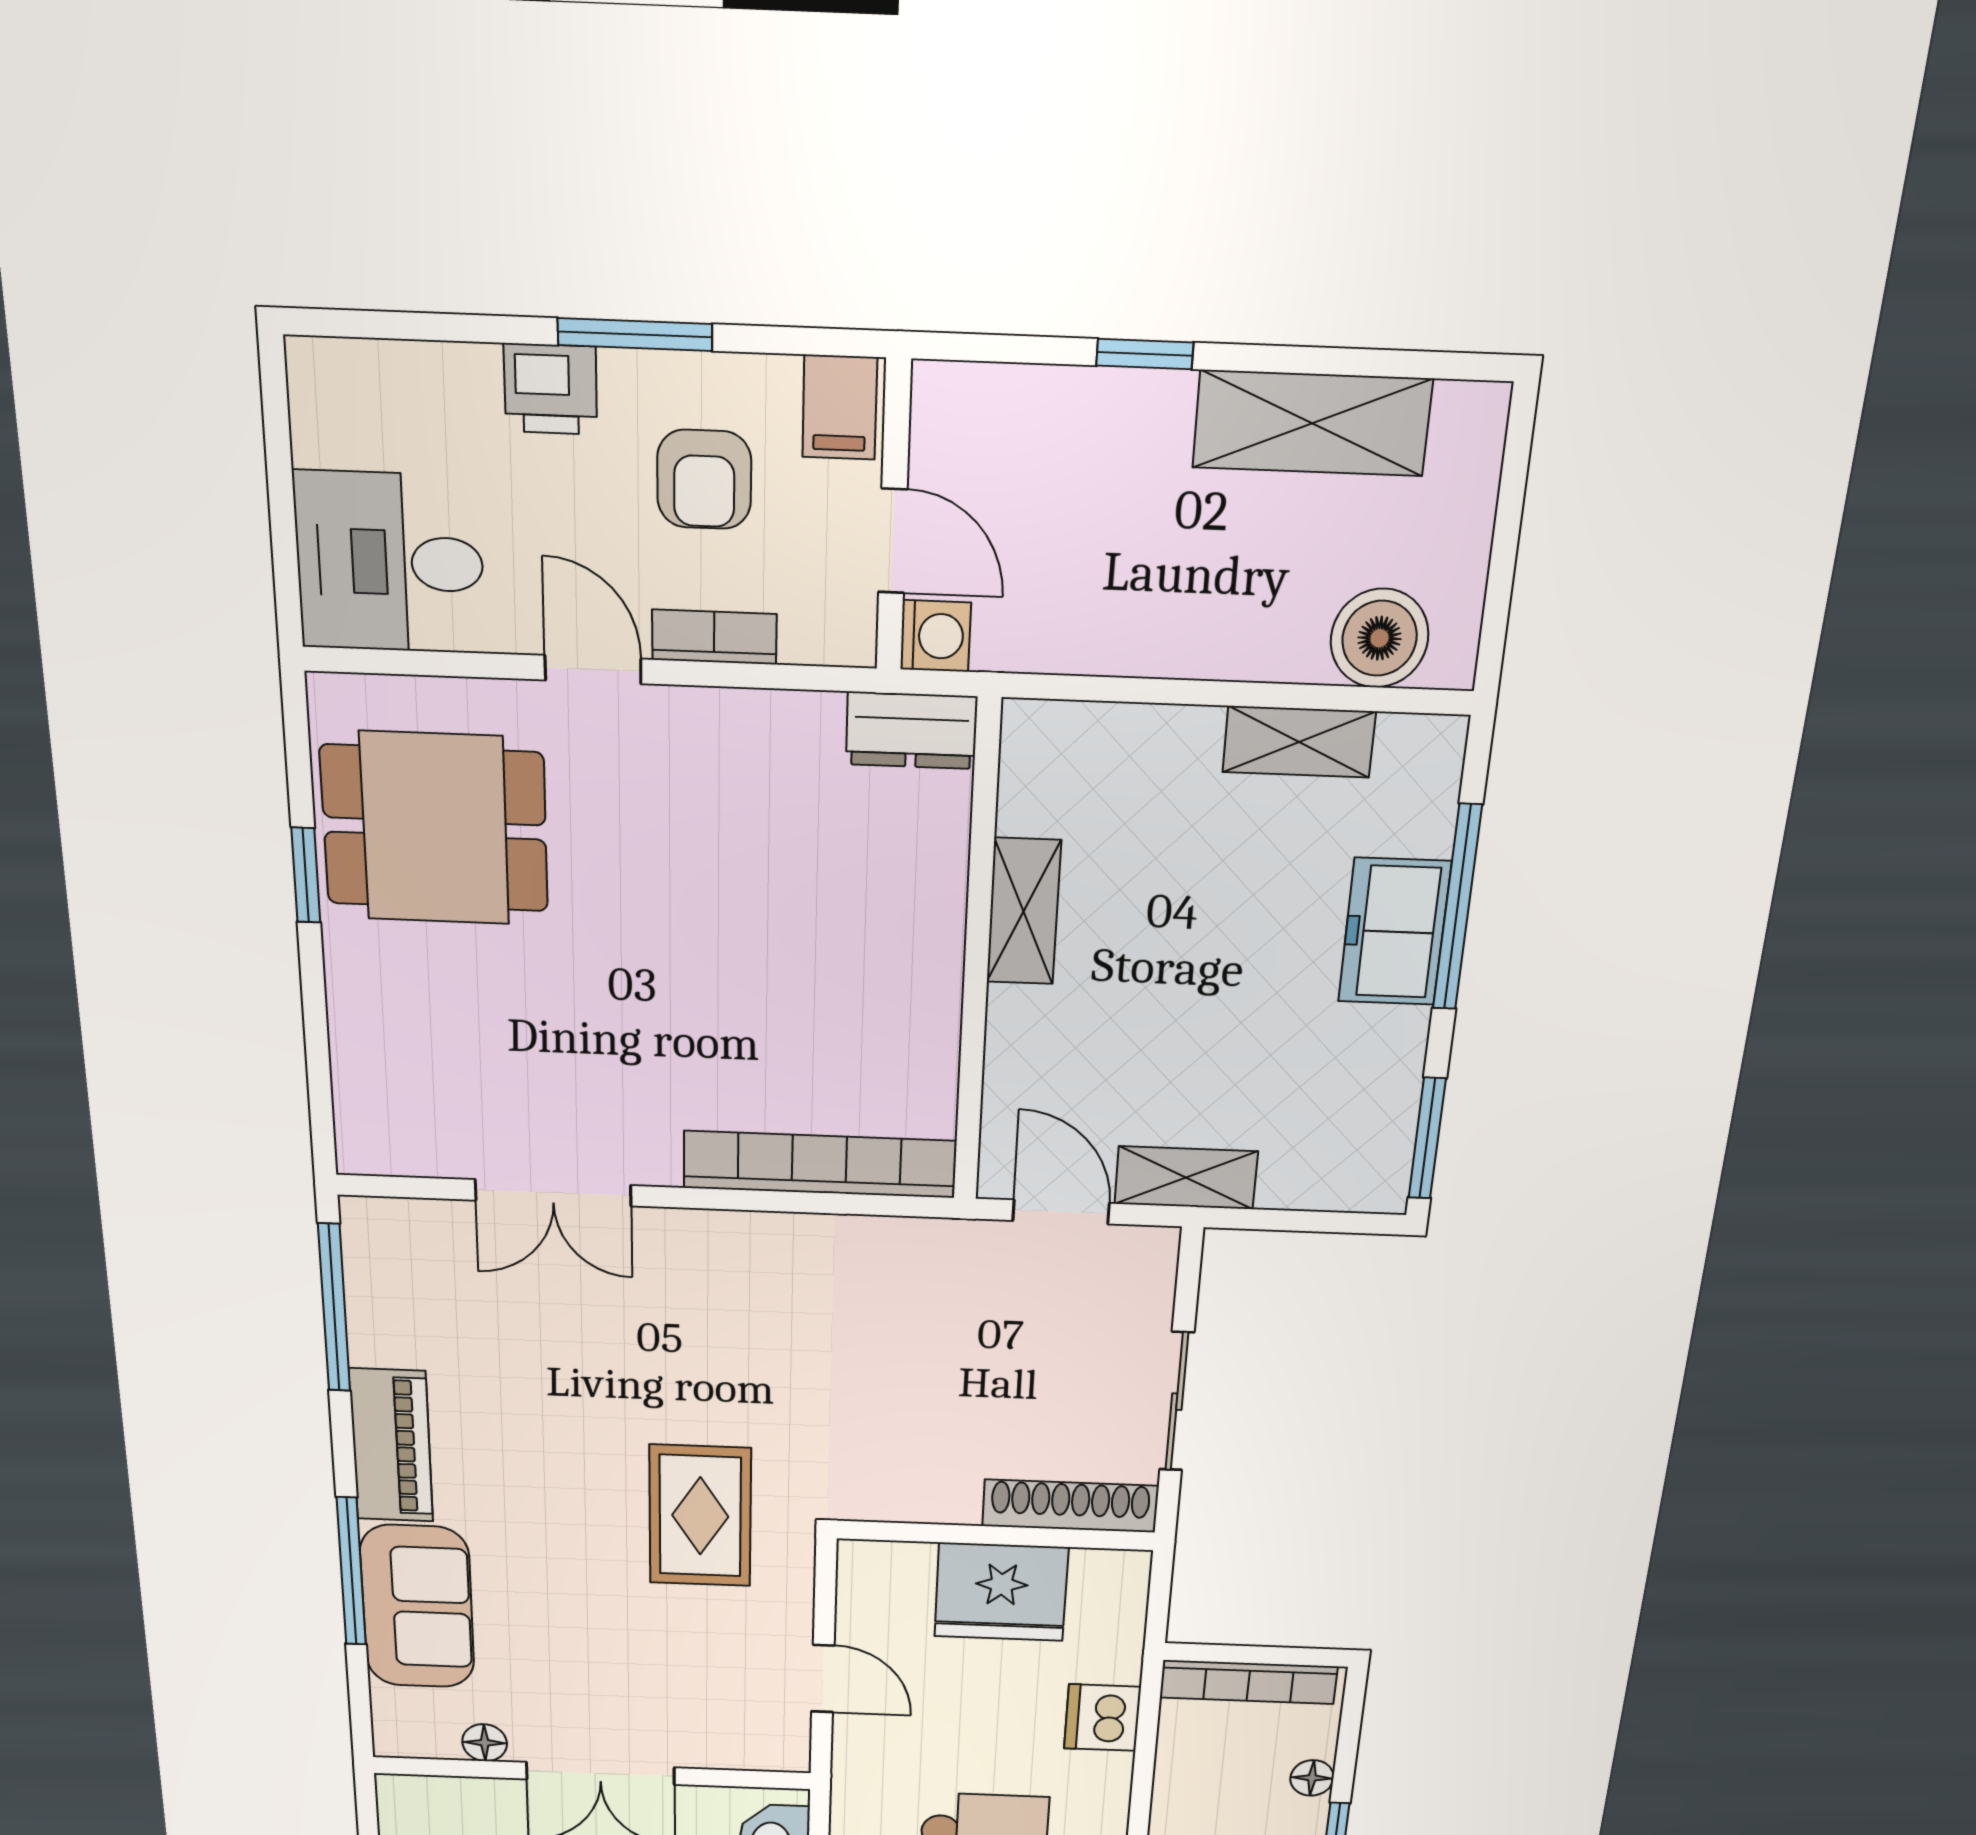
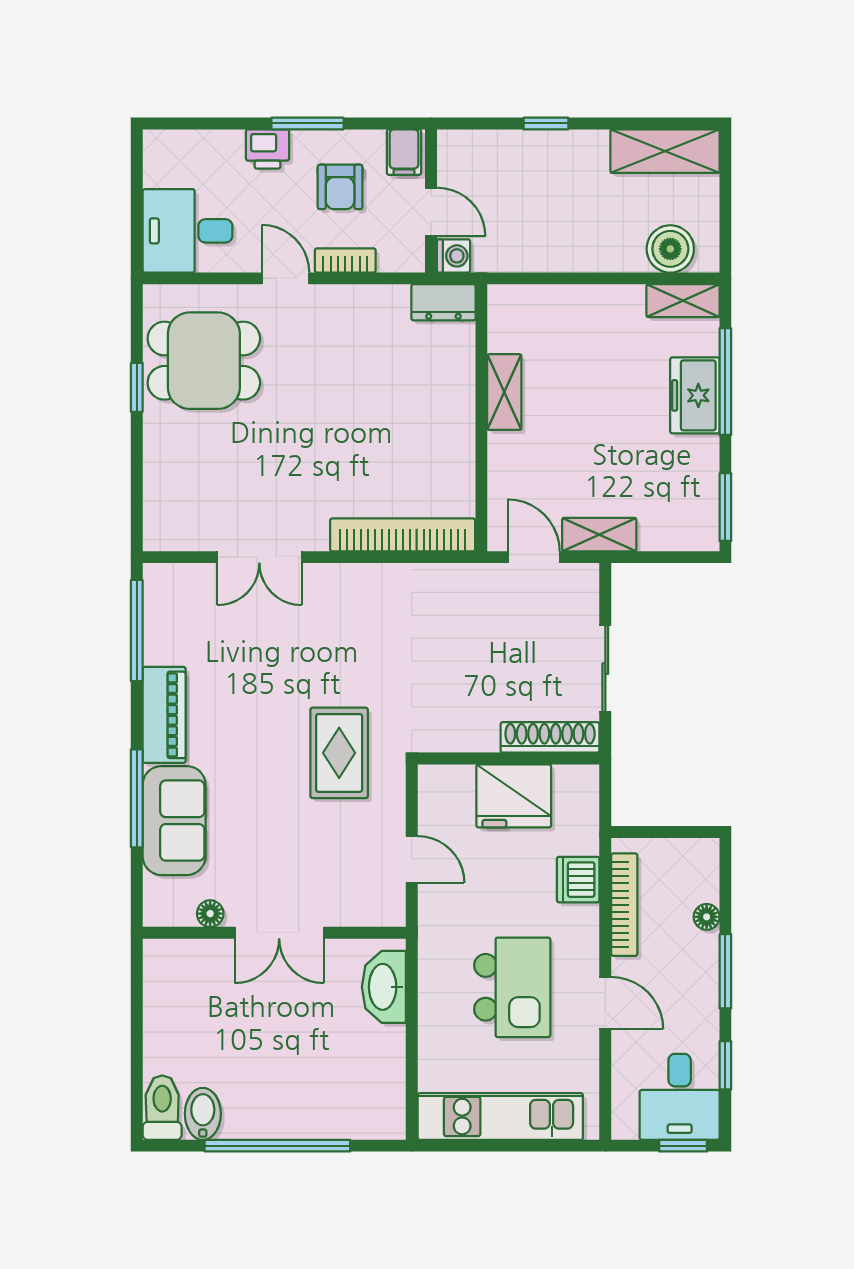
shelving: (1312, 423) -> (665, 151), moved
shelving: (1299, 742) -> (683, 301), moved
bookcase: (1249, 1682) -> (624, 905), moved, turned -90

